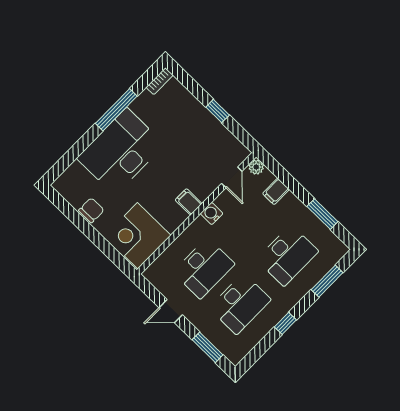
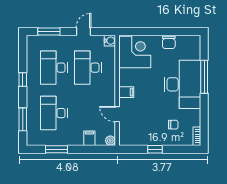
window: (116, 110) -> (204, 77), moved
chair: (173, 118) -> (173, 125), added
door: (232, 177) -> (117, 114), moved
water cooler: (212, 214) -> (110, 41), moved

